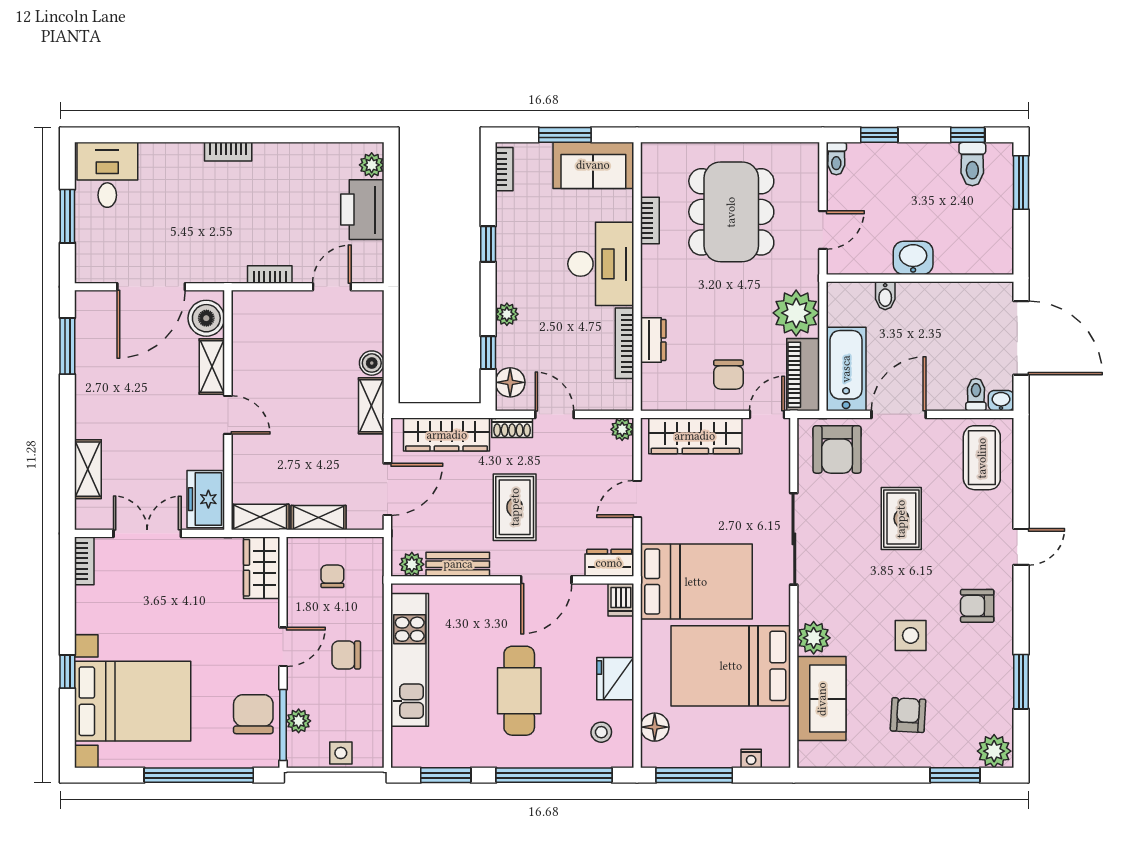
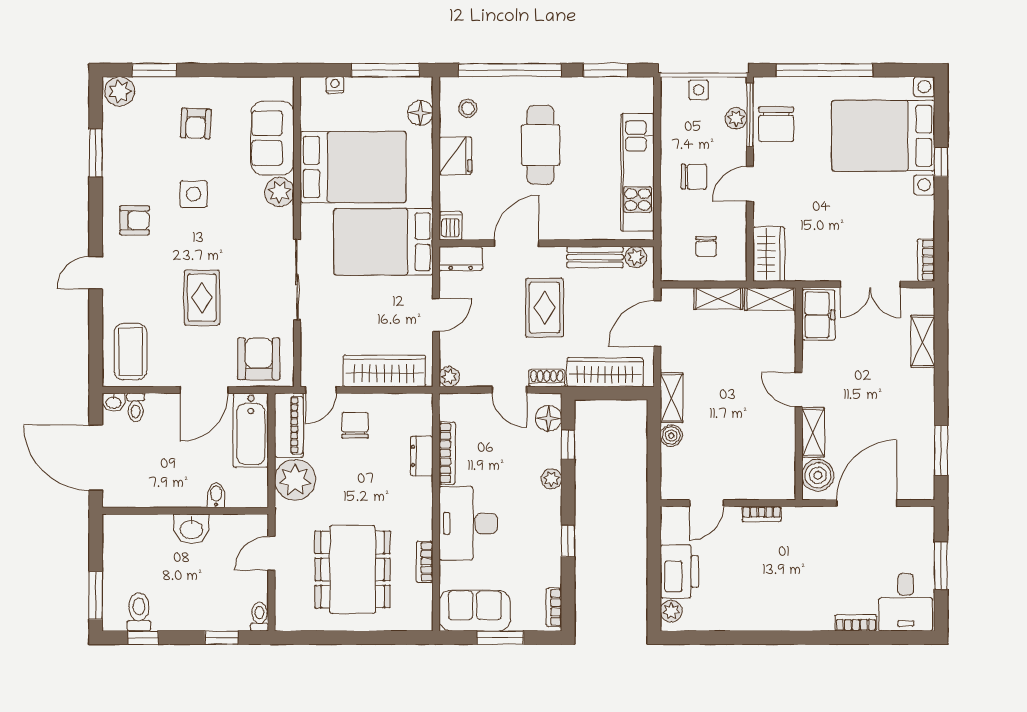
bookcase: (228, 152) -> (856, 623), moved

